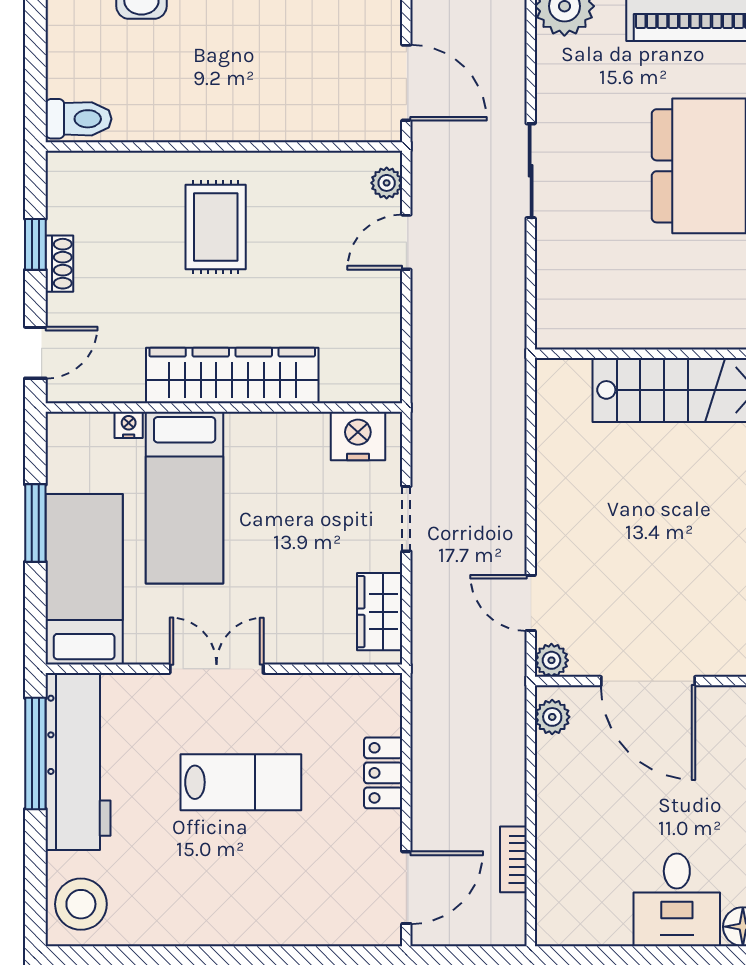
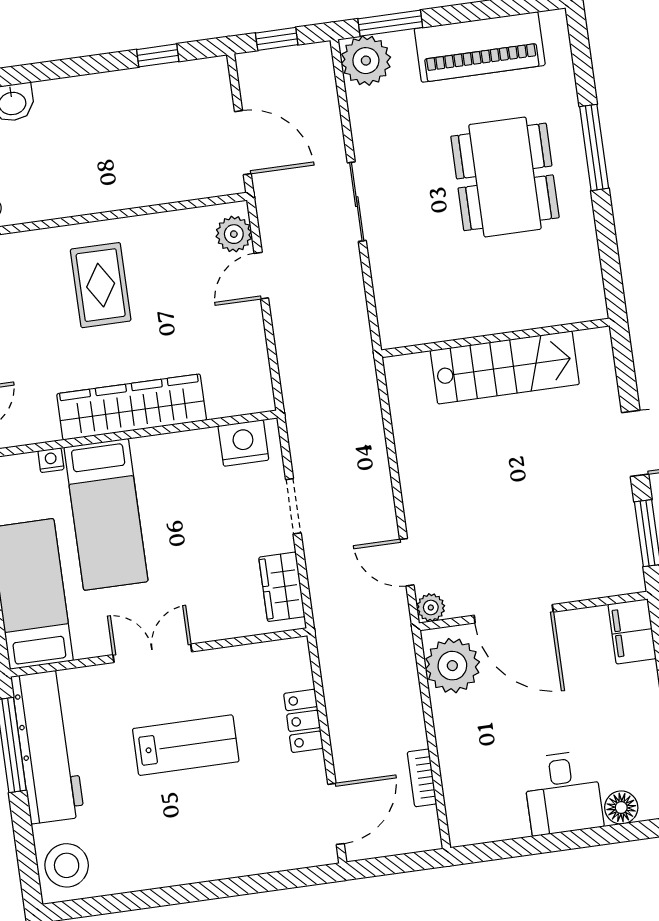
plant: (387, 183) -> (234, 234), width x1.38, depth x1.38
plant: (552, 717) -> (452, 666), width x1.88, depth x1.88

